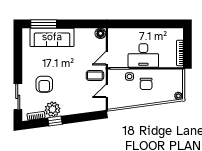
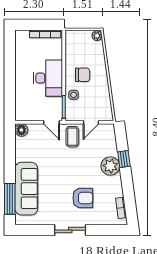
door: (107, 91) -> (91, 122), hinge flipped
sliding door: (18, 97) -> (70, 230), moved
plant: (53, 109) -> (110, 166), moved
window: (55, 121) -> (124, 159), moved

